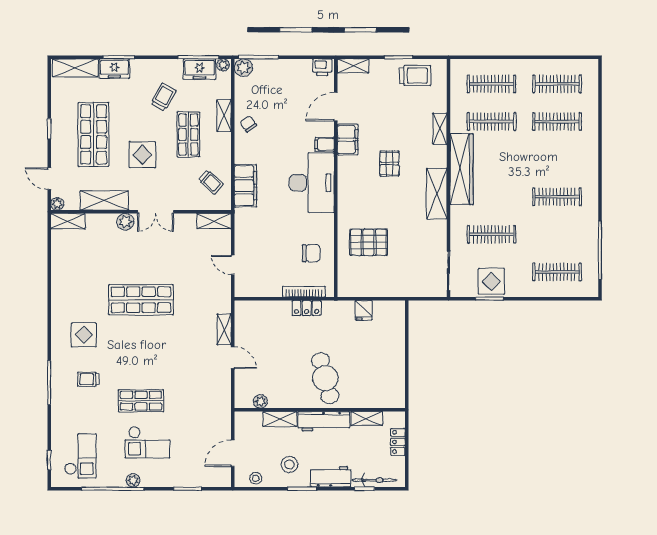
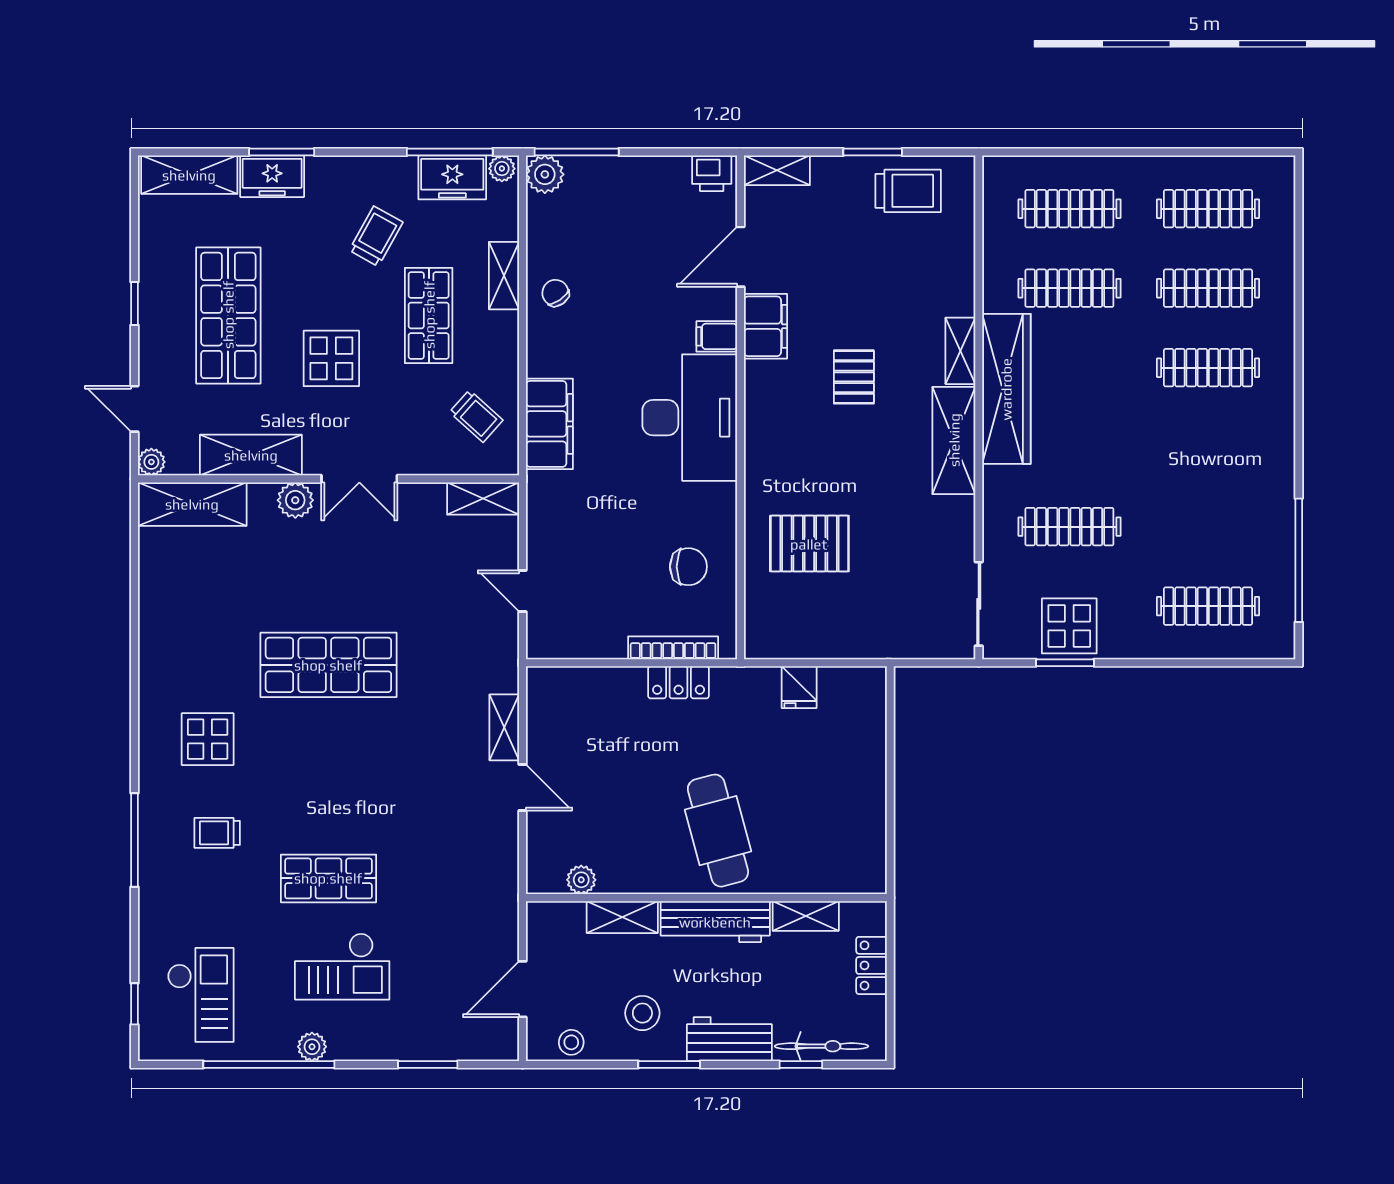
shelving: (440, 129) -> (960, 351), moved
clothes rail: (557, 197) -> (1208, 368), moved
shelving: (68, 221) -> (192, 504), width x1.50, depth x1.33

